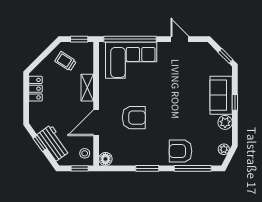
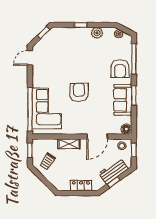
door: (180, 39) -> (30, 58), moved
locker: (35, 89) -> (81, 185), moved
sofa: (221, 95) -> (123, 100), moved, turned 90
armchair: (134, 118) -> (79, 92), moved
door: (96, 123) -> (97, 137), hinge flipped

